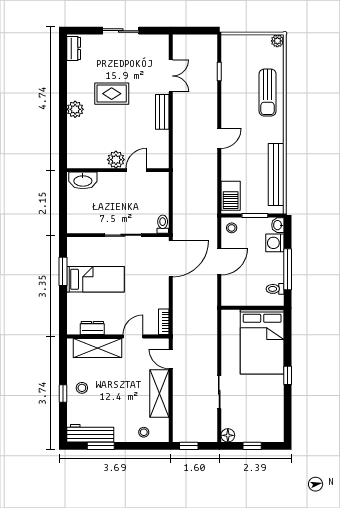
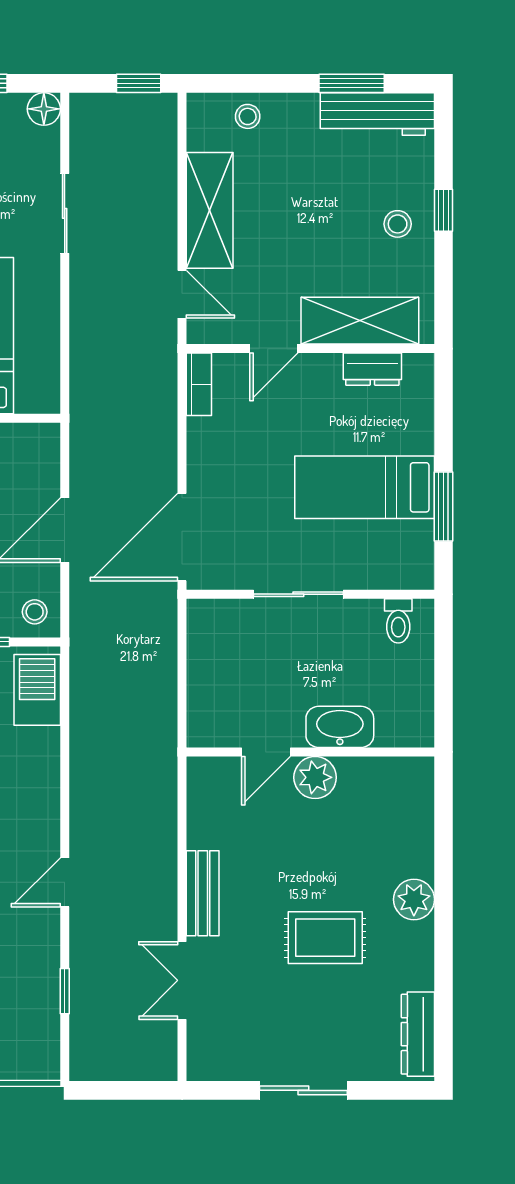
dresser: (74, 48) -> (418, 1034), width x1.44
door: (219, 138) -> (65, 882), moved
washbasin: (83, 180) -> (340, 727), moved
toilet: (163, 224) -> (398, 621), moved

